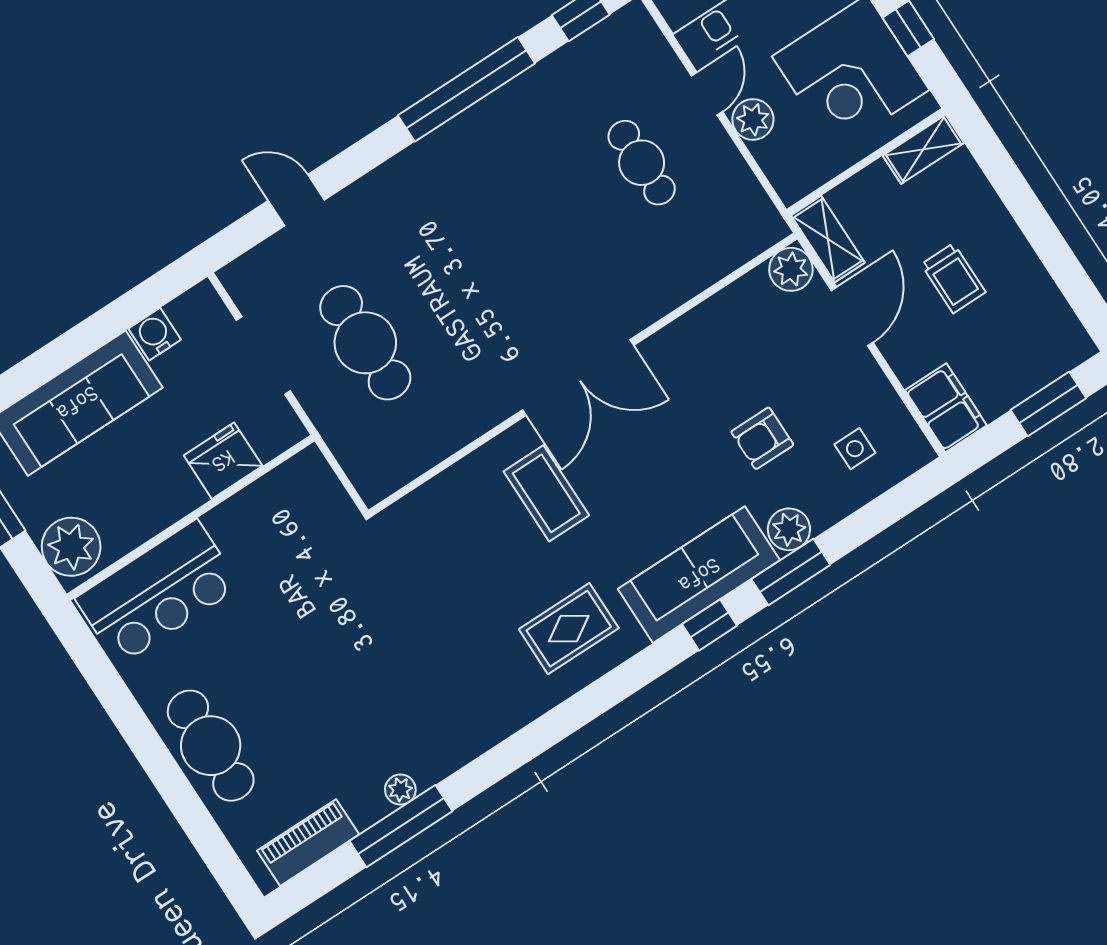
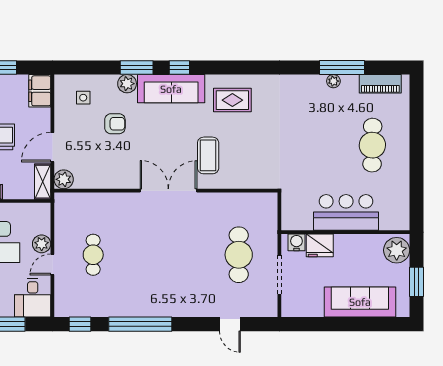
water cooler: (155, 334) -> (296, 242), moved, turned 180
bar counter: (158, 592) -> (346, 212), moved
cafe table: (211, 746) -> (372, 145), moved

